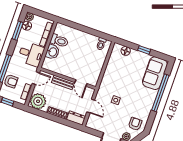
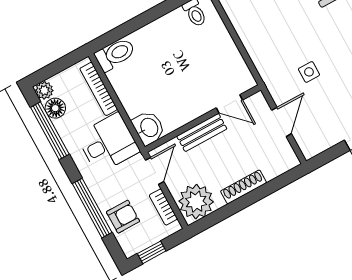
window: (18, 31) -> (50, 131), width x1.44
toilet: (59, 41) -> (115, 54), moved
washbasin: (52, 52) -> (149, 128), moved
door: (91, 106) -> (282, 122), hinge flipped
dresser: (76, 118) -> (280, 164), removed

